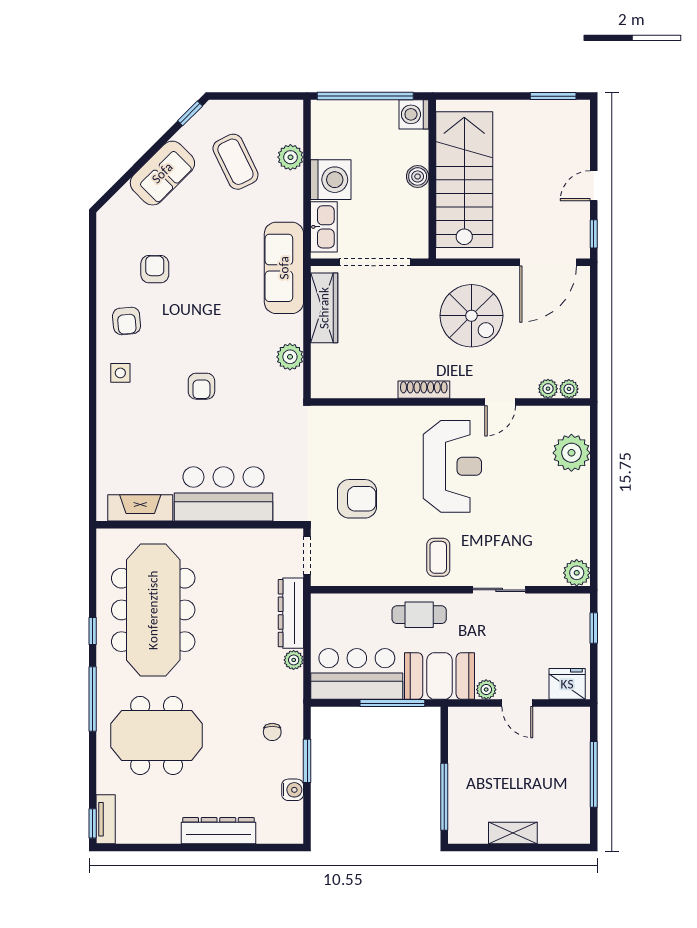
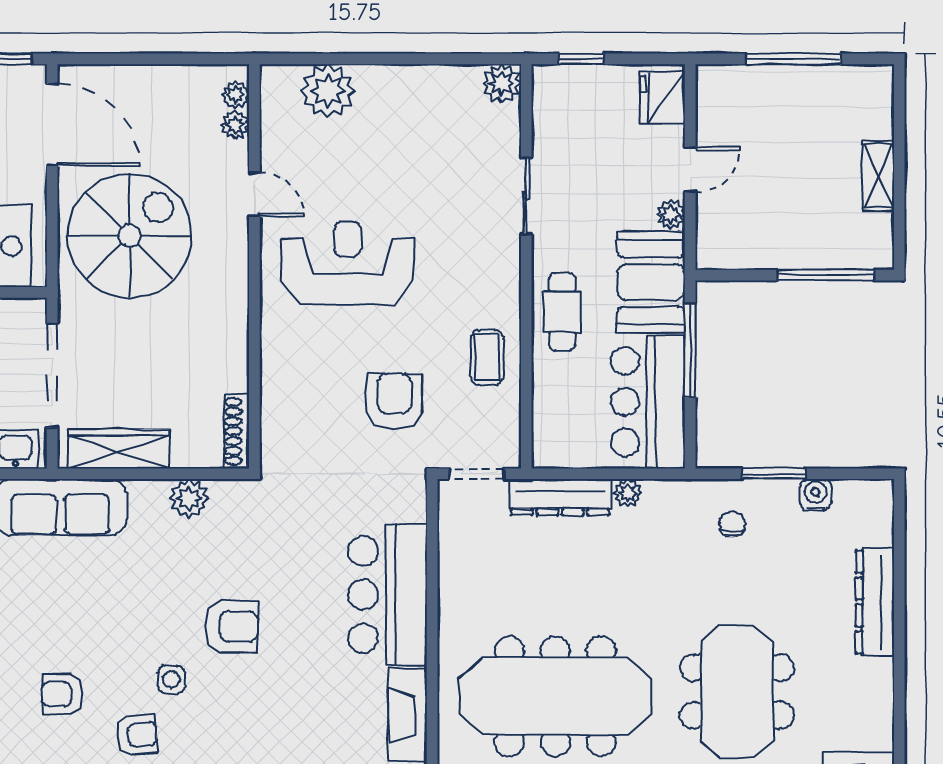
spiral stairs: (471, 316) -> (130, 236), width x1.37, depth x1.37
side table: (120, 373) -> (171, 680), moved
armchair: (201, 386) -> (232, 627), width x1.38, depth x1.38
shoe rack: (424, 390) -> (236, 431), moved
coffee table: (438, 557) -> (487, 357), moved, turned 90
chair: (272, 732) -> (732, 524), turned -90

